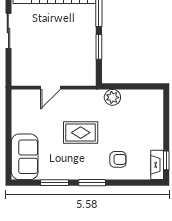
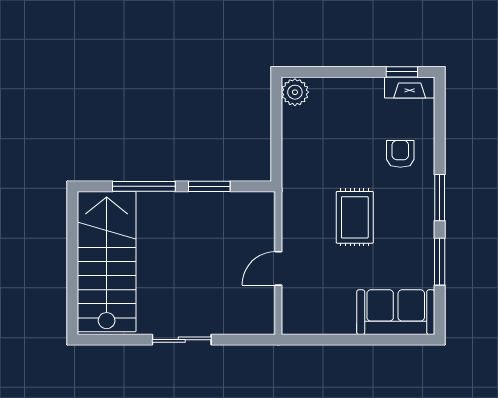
door: (51, 88) -> (278, 268), swing flipped
plant: (112, 97) -> (295, 92), moved

